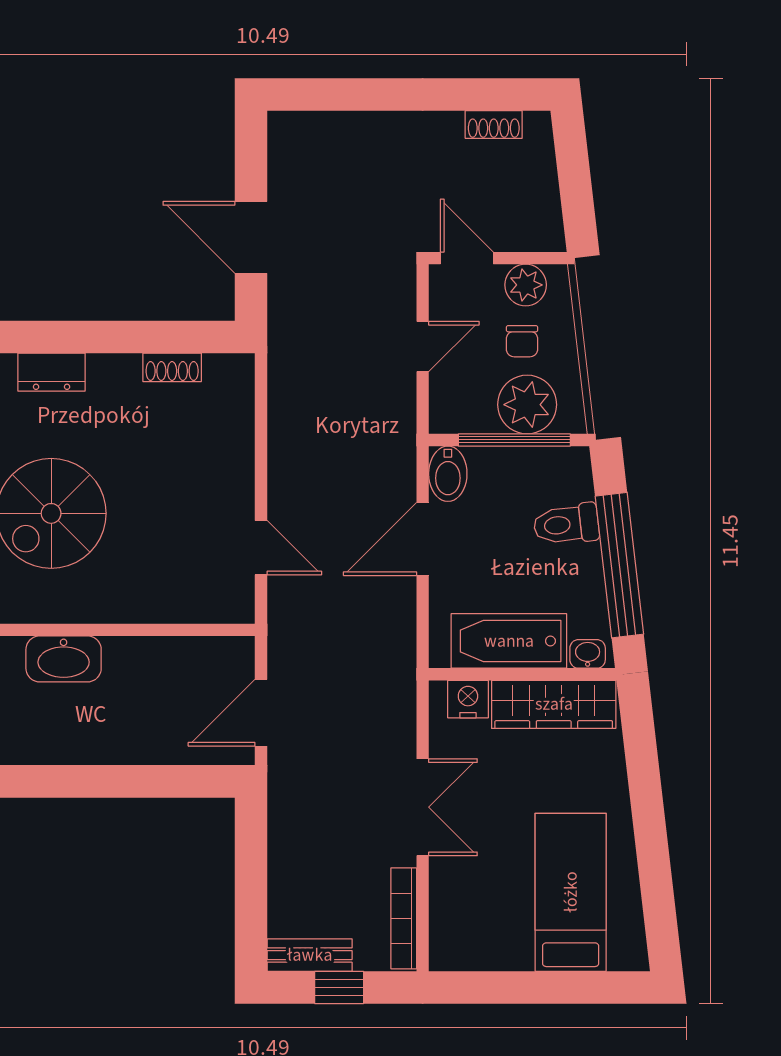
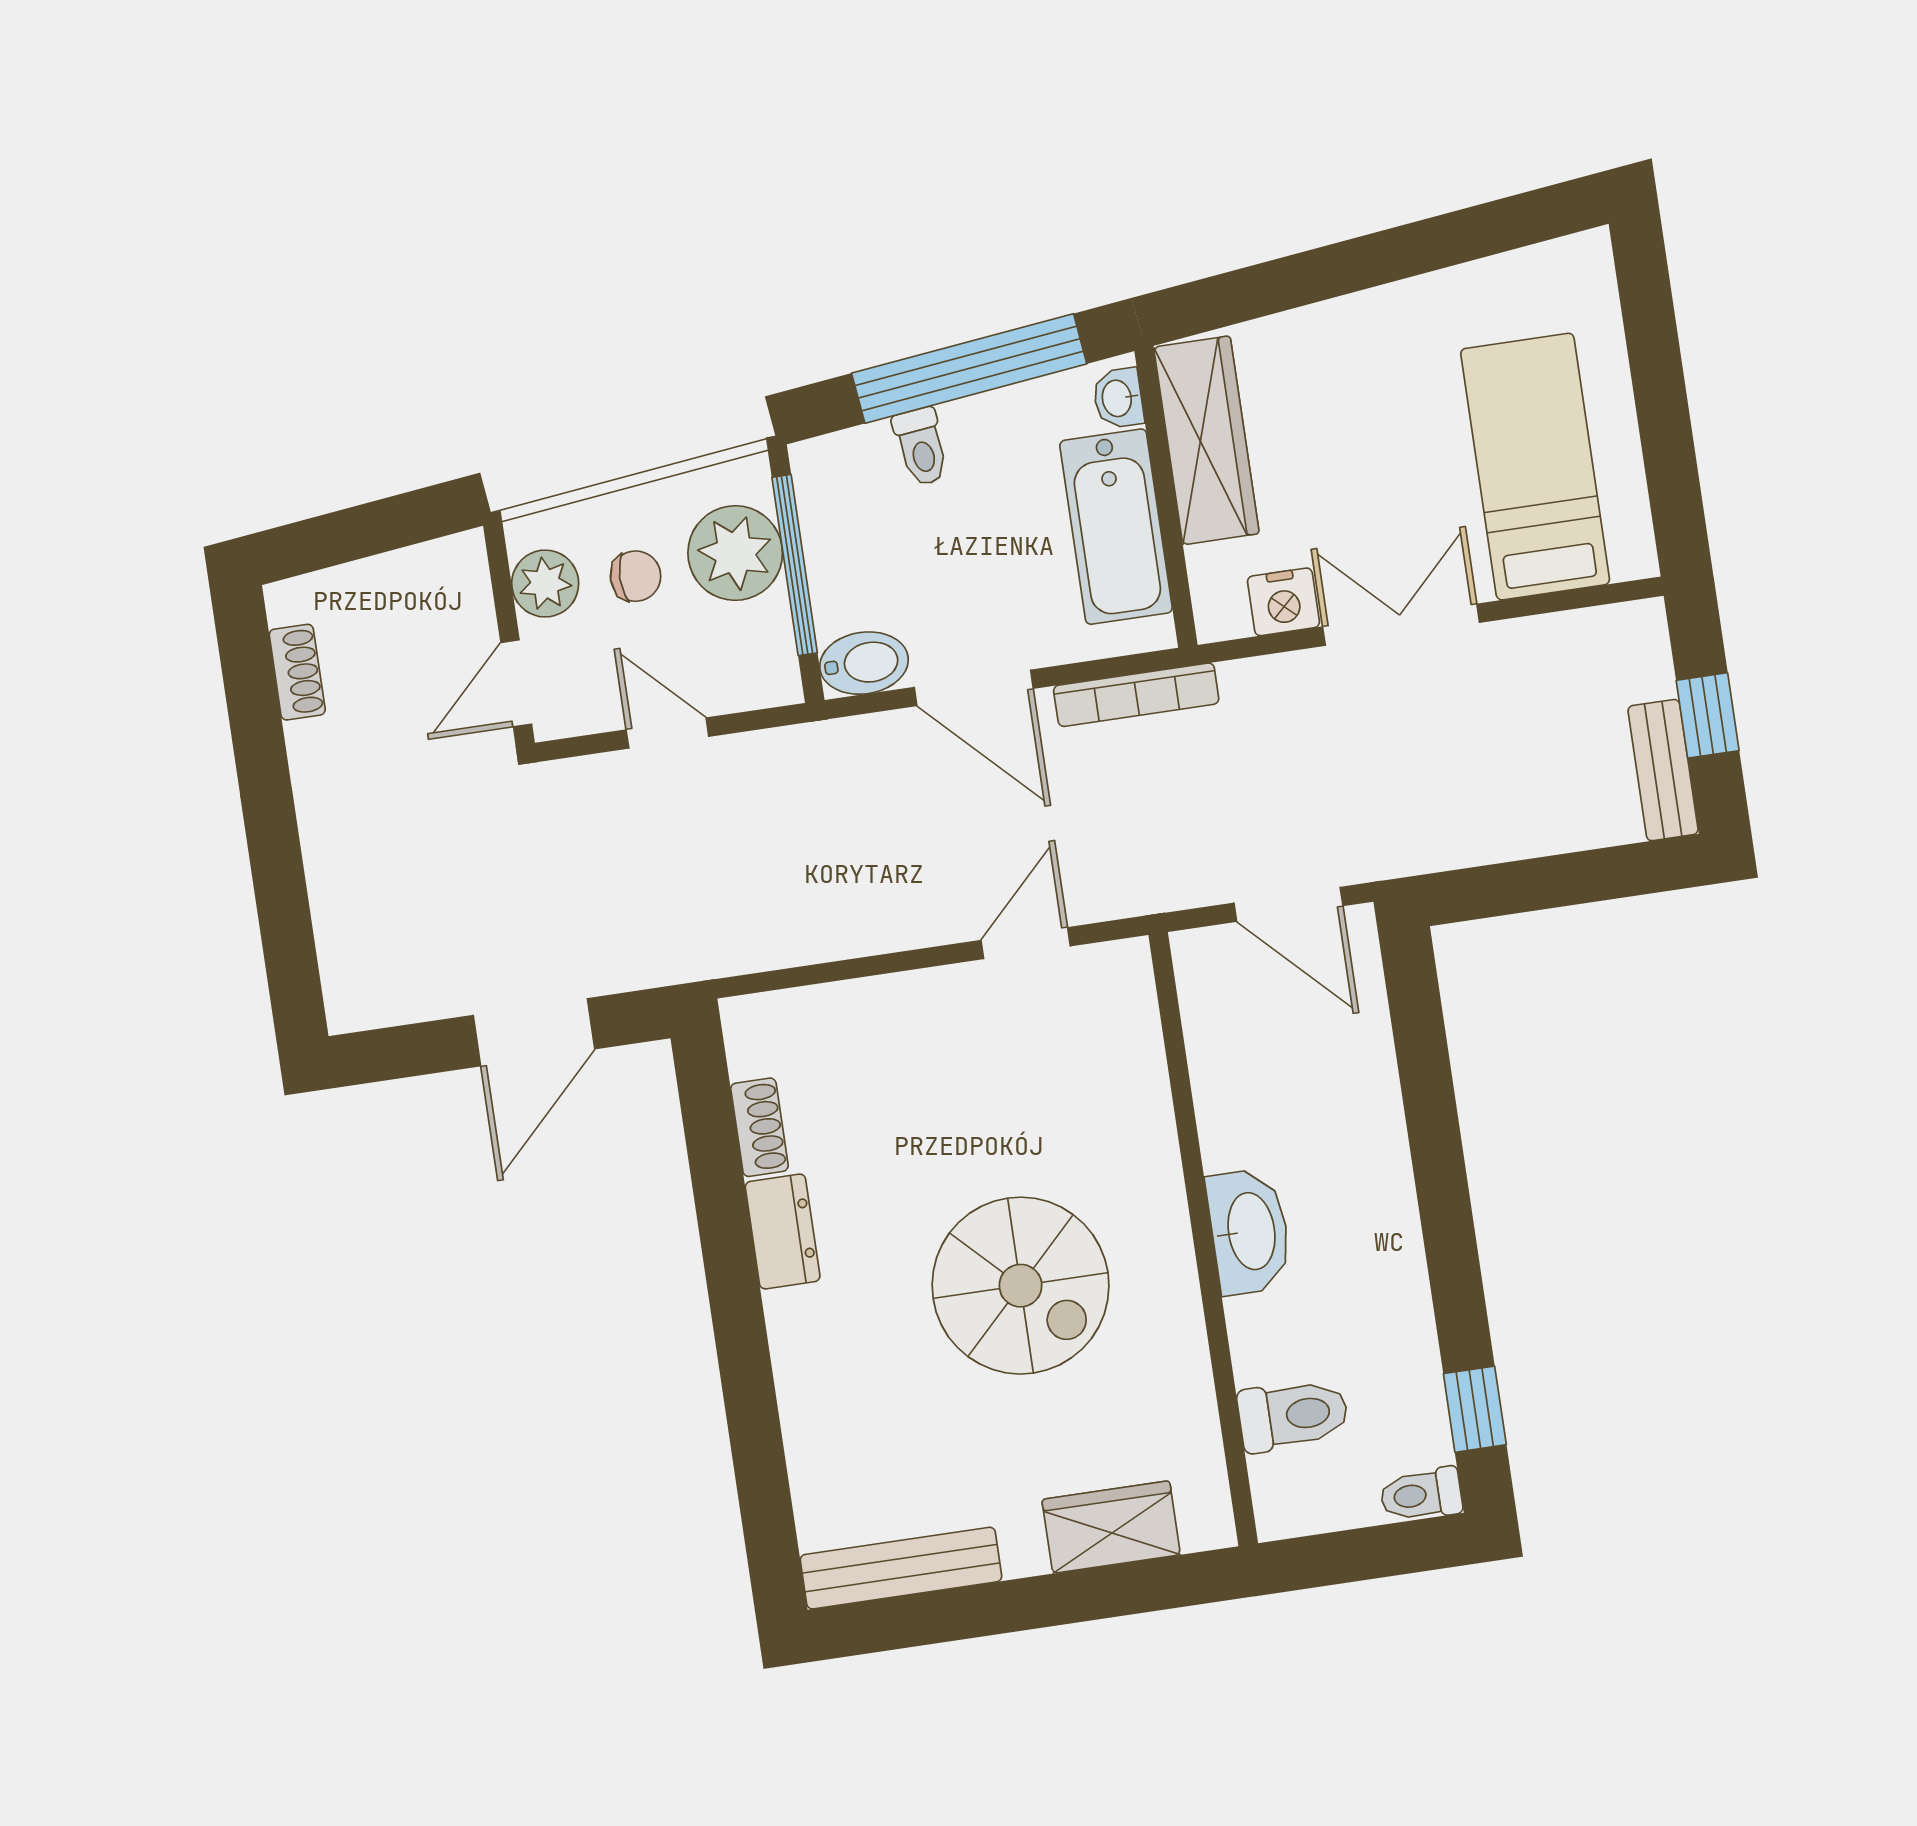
dresser: (52, 372) -> (783, 1231), moved
toilet: (566, 524) -> (921, 447), width x0.73, depth x0.72
nightstand: (468, 699) -> (1283, 602), moved, turned -90
bed: (571, 892) -> (1535, 467), moved, turned 90
bookcase: (404, 918) -> (1136, 695), moved

